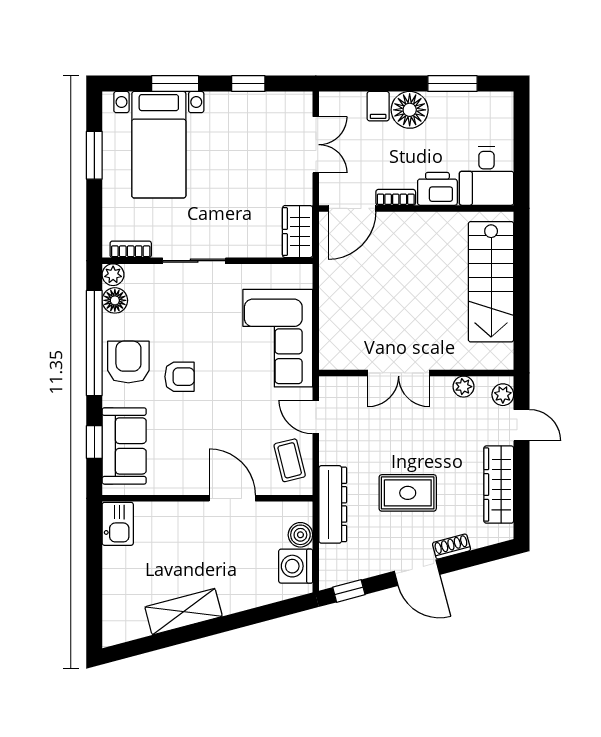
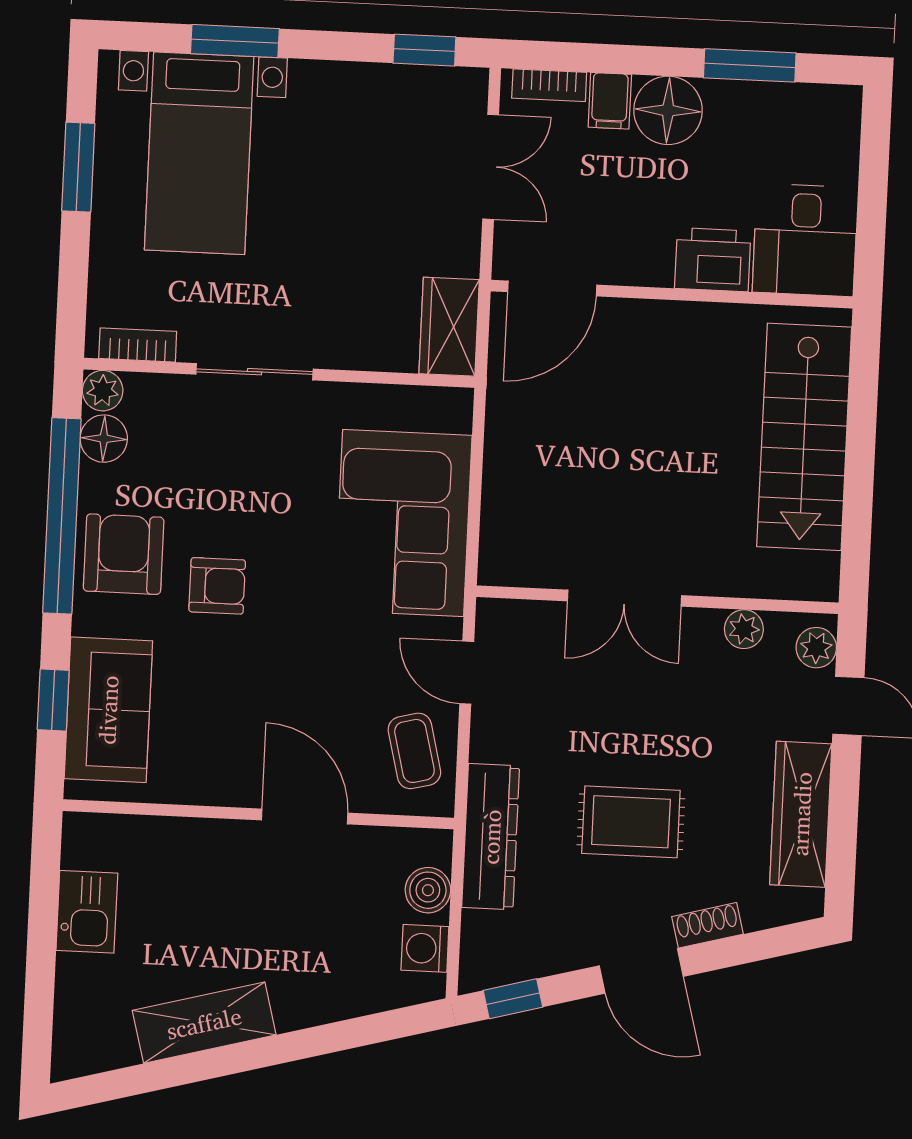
window: (248, 84) -> (424, 50), moved
bookcase: (396, 197) -> (549, 85), moved, turned 180
kitchen sink: (118, 524) -> (87, 912), moved
washing machine: (296, 566) -> (425, 948), width x0.73, depth x0.73

